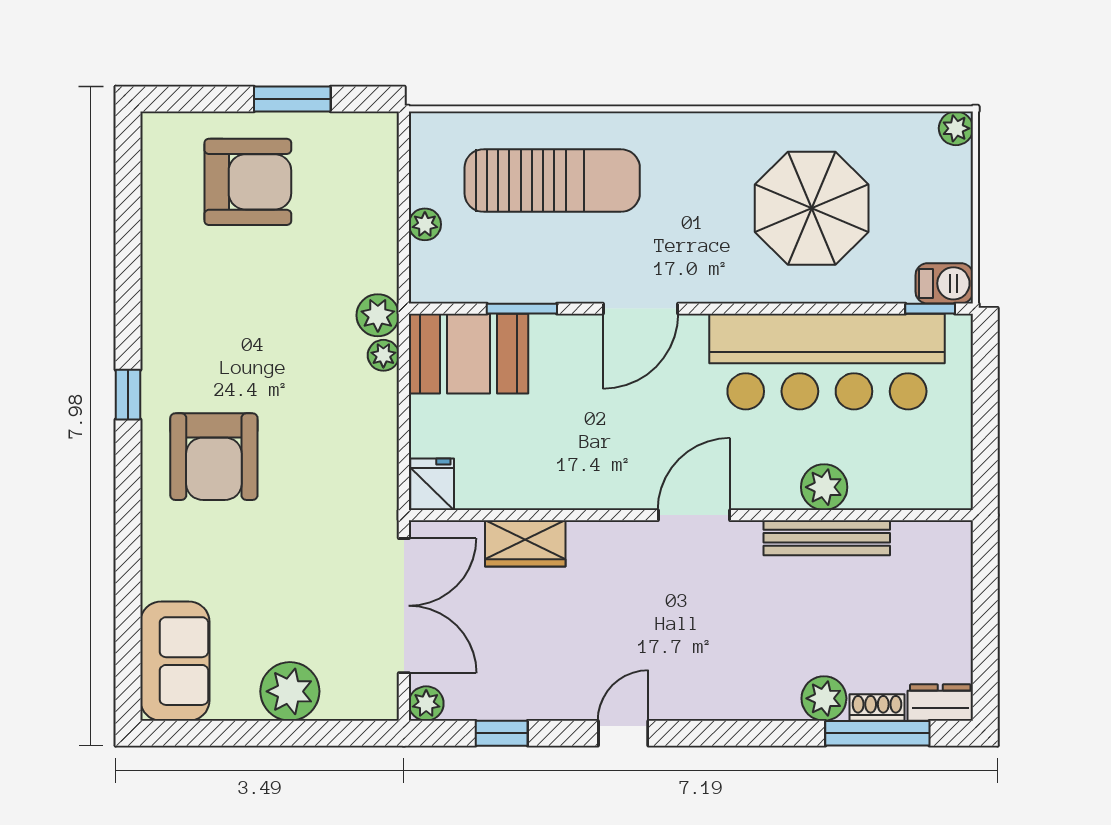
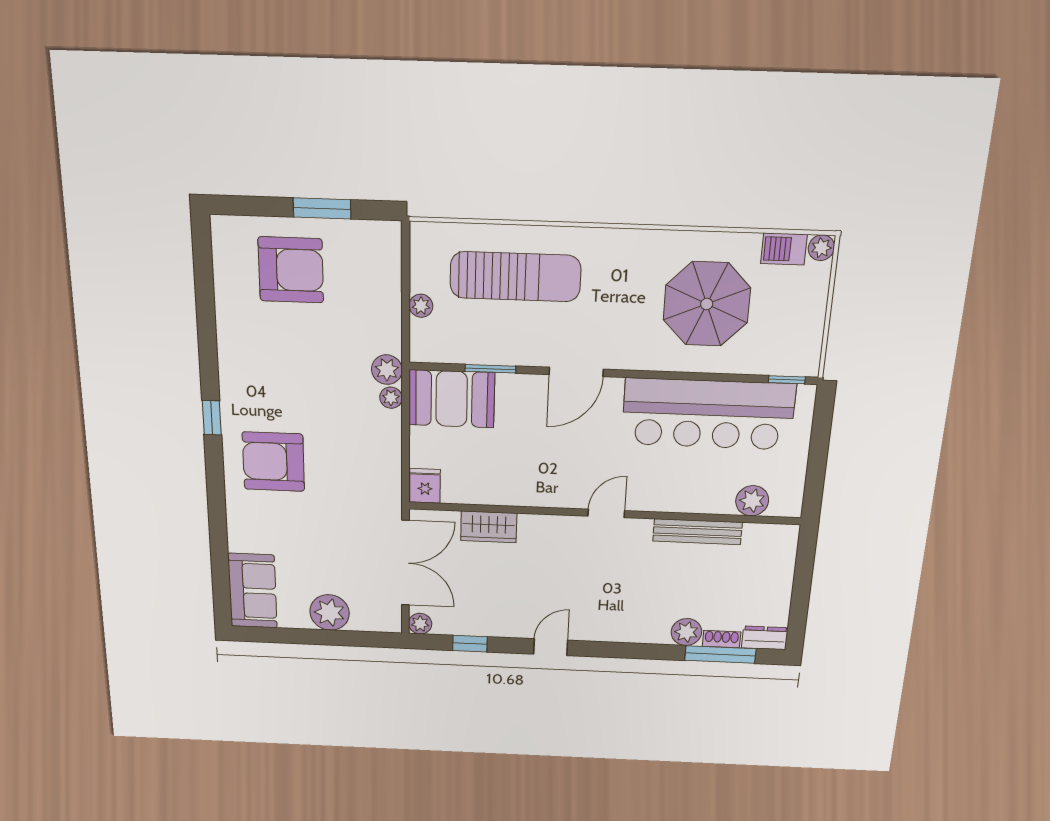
barbecue: (944, 283) -> (784, 249), moved, turned 180
armchair: (214, 457) -> (273, 462), turned 90
plant: (824, 487) -> (752, 501), moved
door: (694, 515) -> (606, 513), width x0.73

